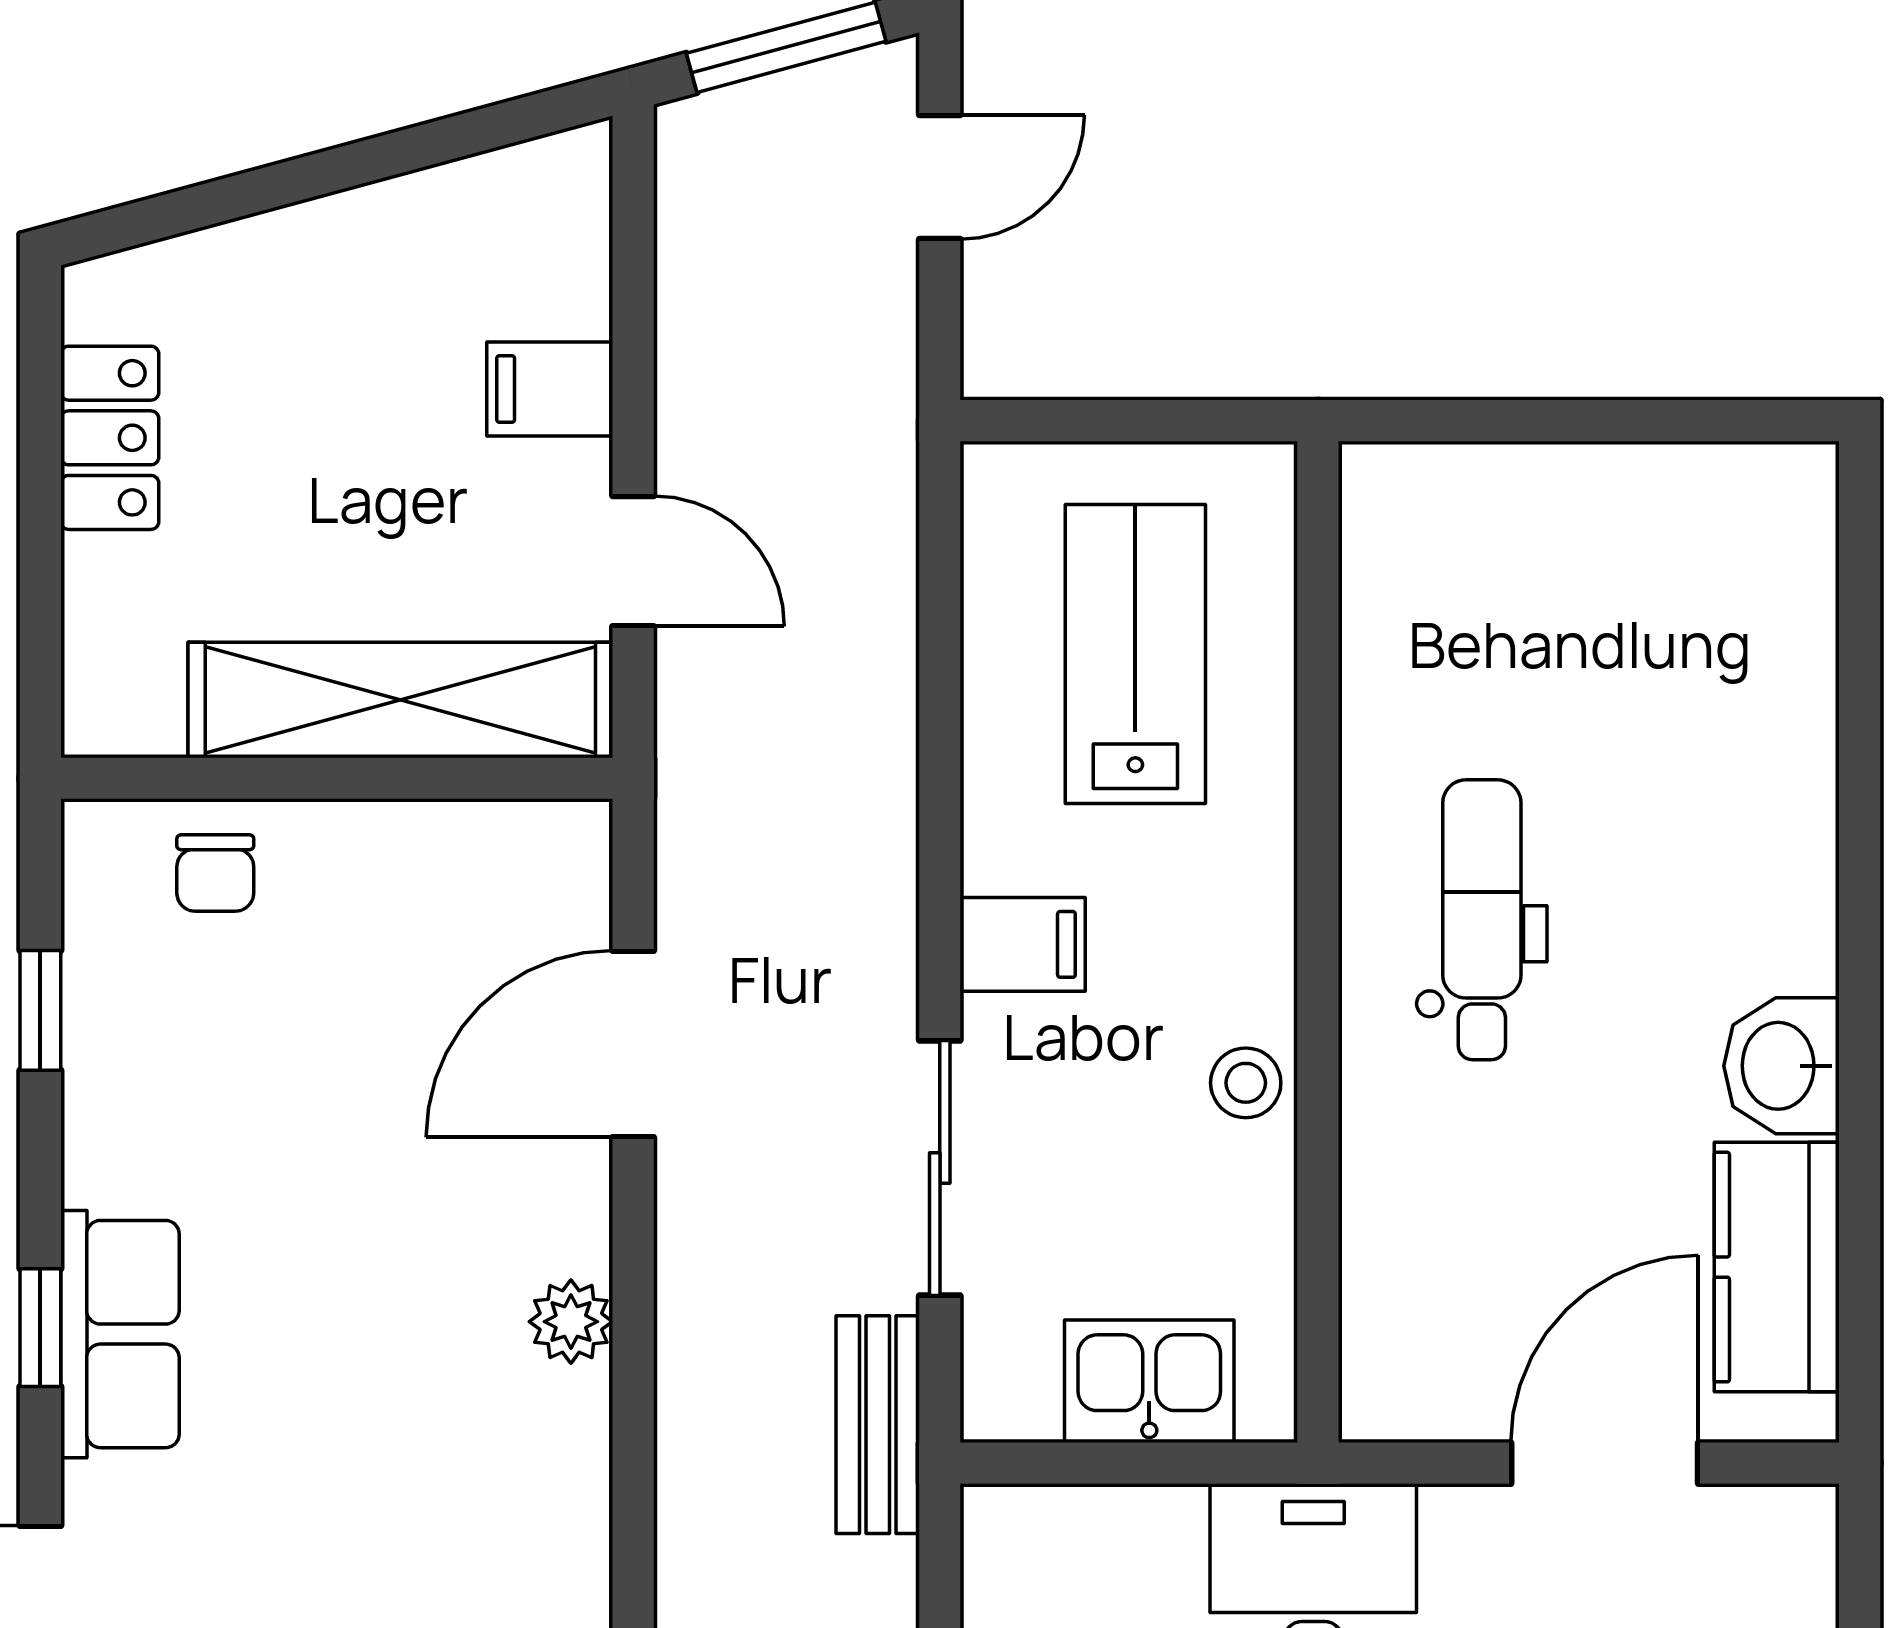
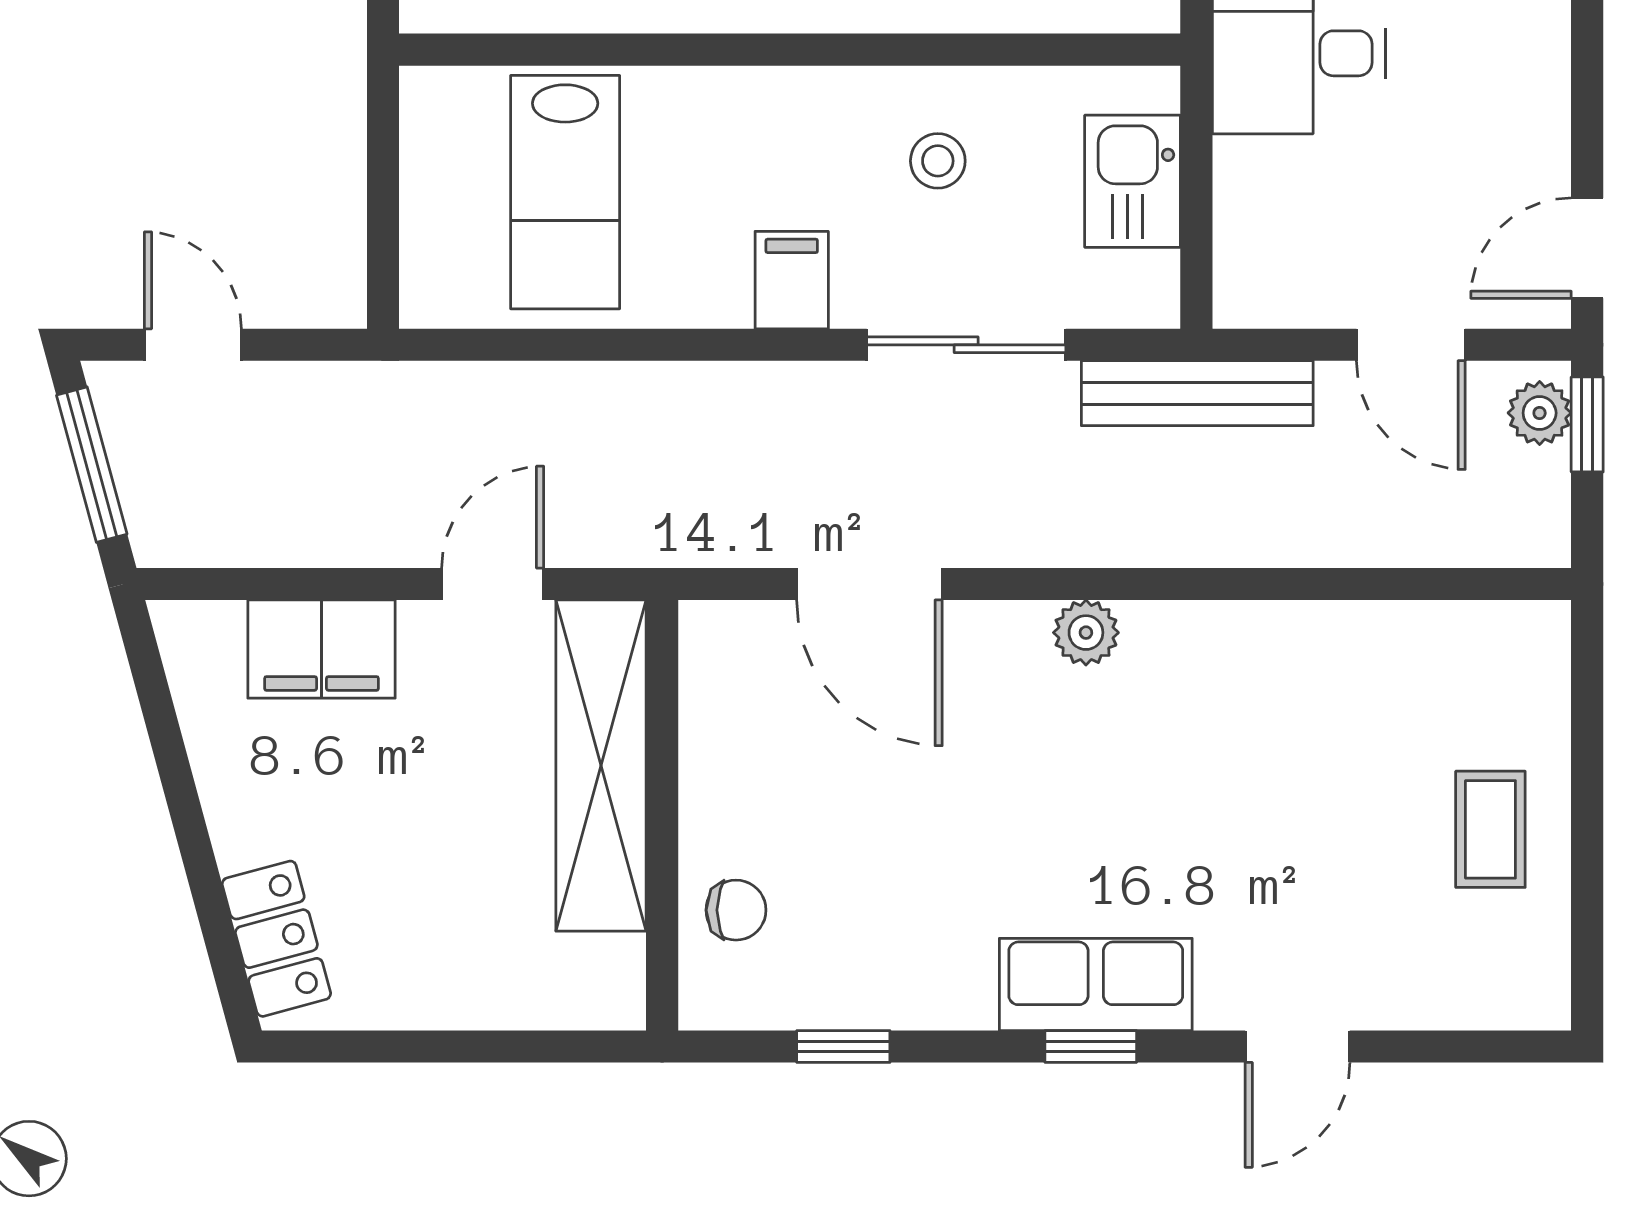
filing cabinet: (550, 389) -> (321, 649), width x2.00
locker: (110, 438) -> (276, 939), moved, turned 75
lab bench: (1135, 654) -> (565, 192), turned -90
stool: (1246, 1083) -> (938, 161), moved
bench: (878, 1425) -> (1197, 393), width x1.36

